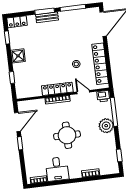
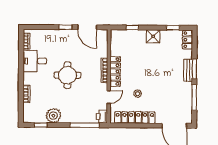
plant: (106, 126) -> (53, 116), moved

